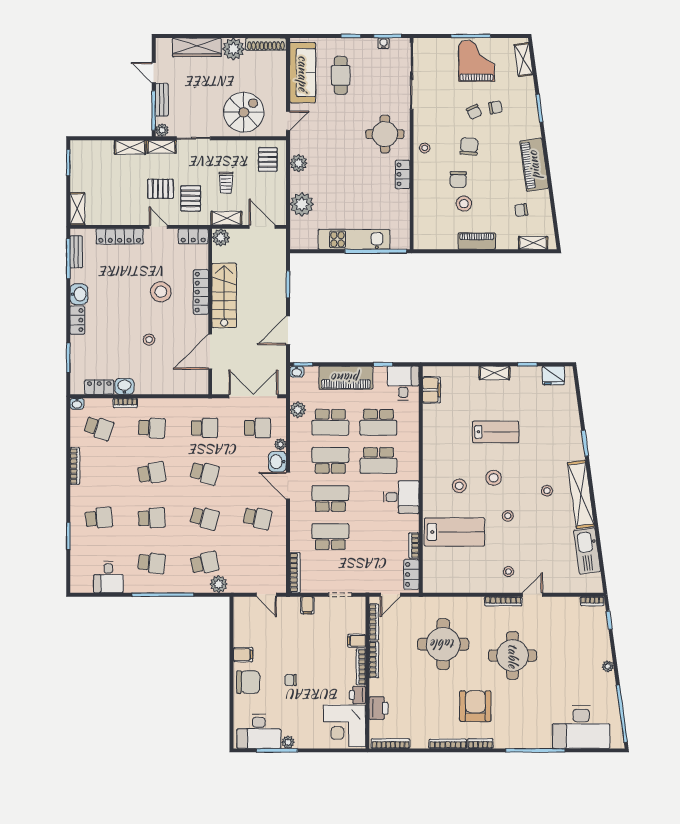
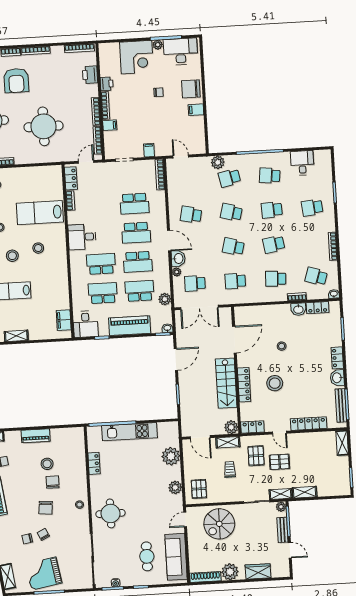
wardrobe: (197, 47) -> (258, 571), width x0.67
grand piano: (477, 61) -> (44, 573), turned 80
locker: (403, 174) -> (94, 463), moved
bench: (76, 252) -> (341, 405), width x1.36
corner desk: (345, 726) -> (137, 57), moved, turned 90

